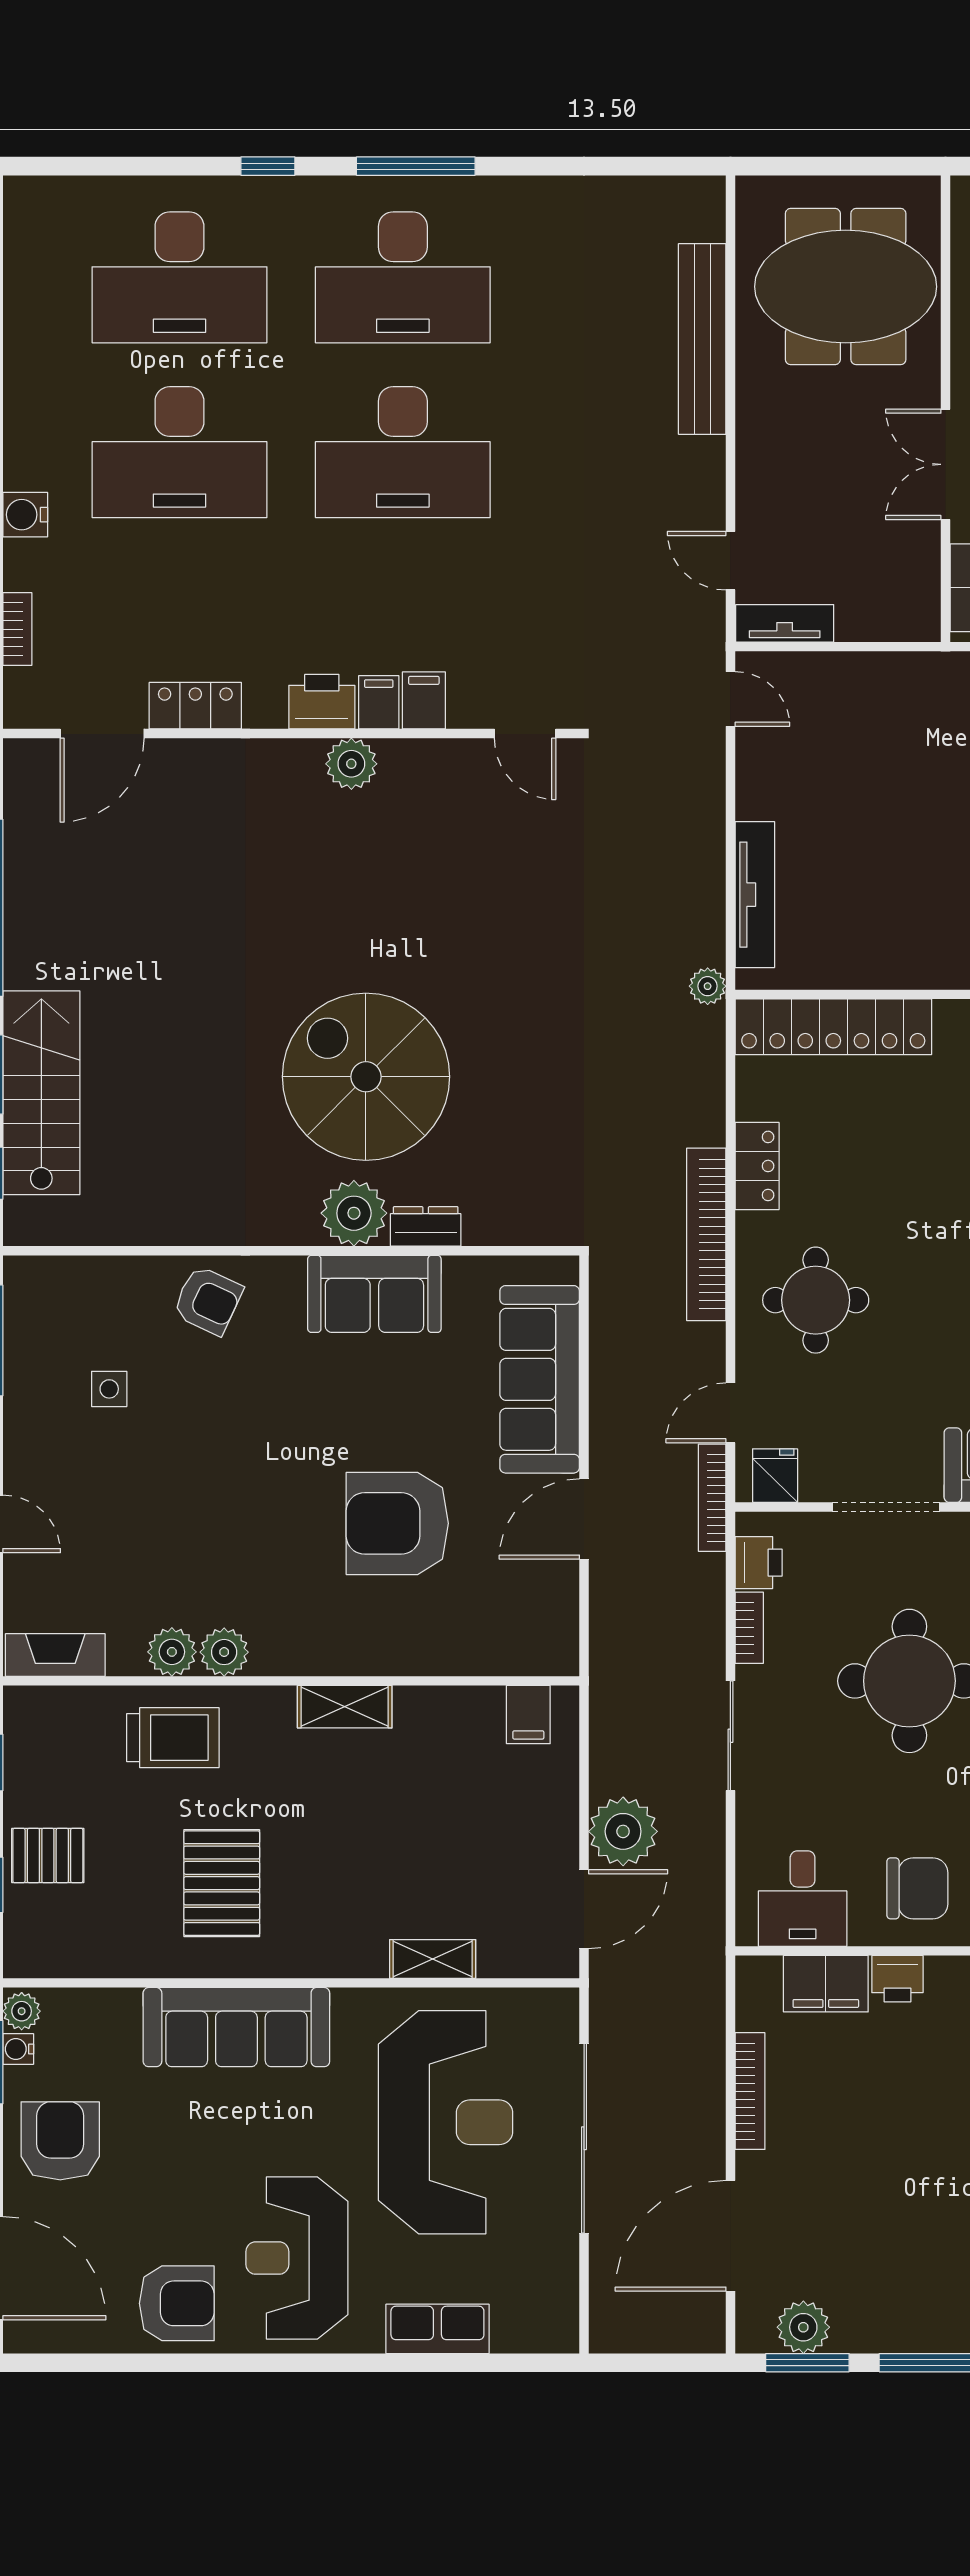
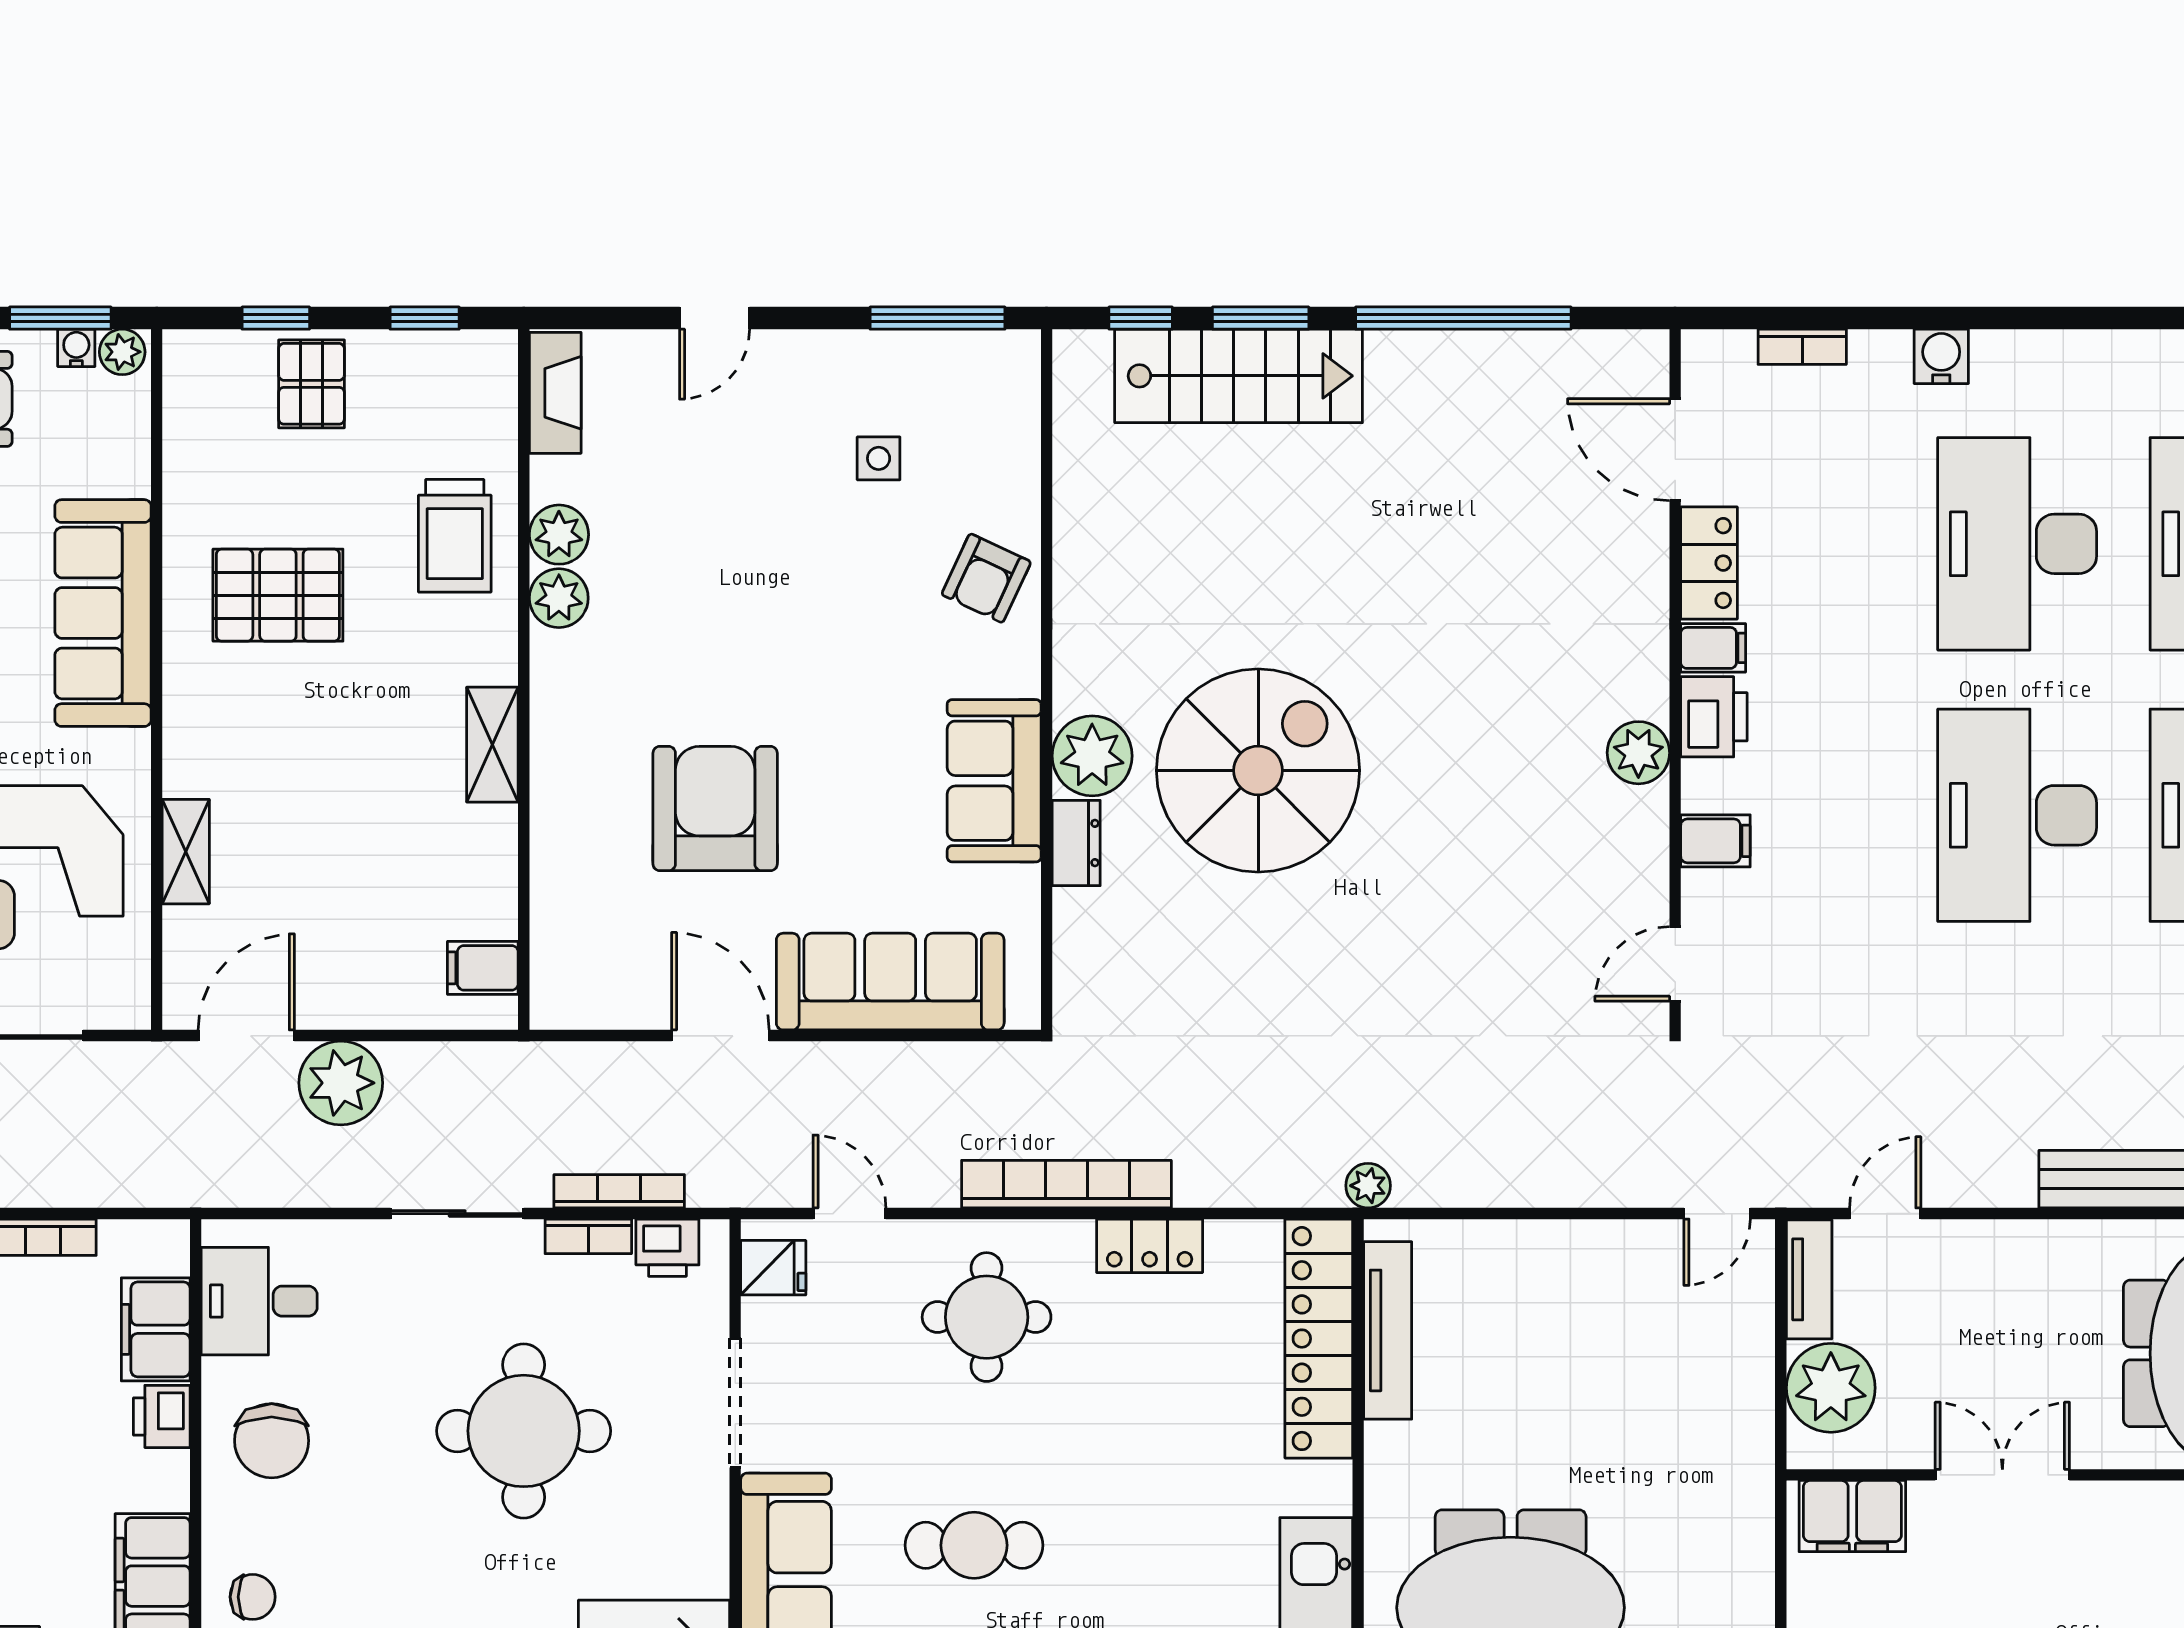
plant: (874, 605) -> (1831, 1388), added
filing cabinet: (379, 702) -> (1713, 648), moved
tv unit: (755, 895) -> (1388, 1330), moved, turned -90
bookcase: (712, 1498) -> (619, 1191), moved
door: (584, 1909) -> (246, 1036), swing flipped

